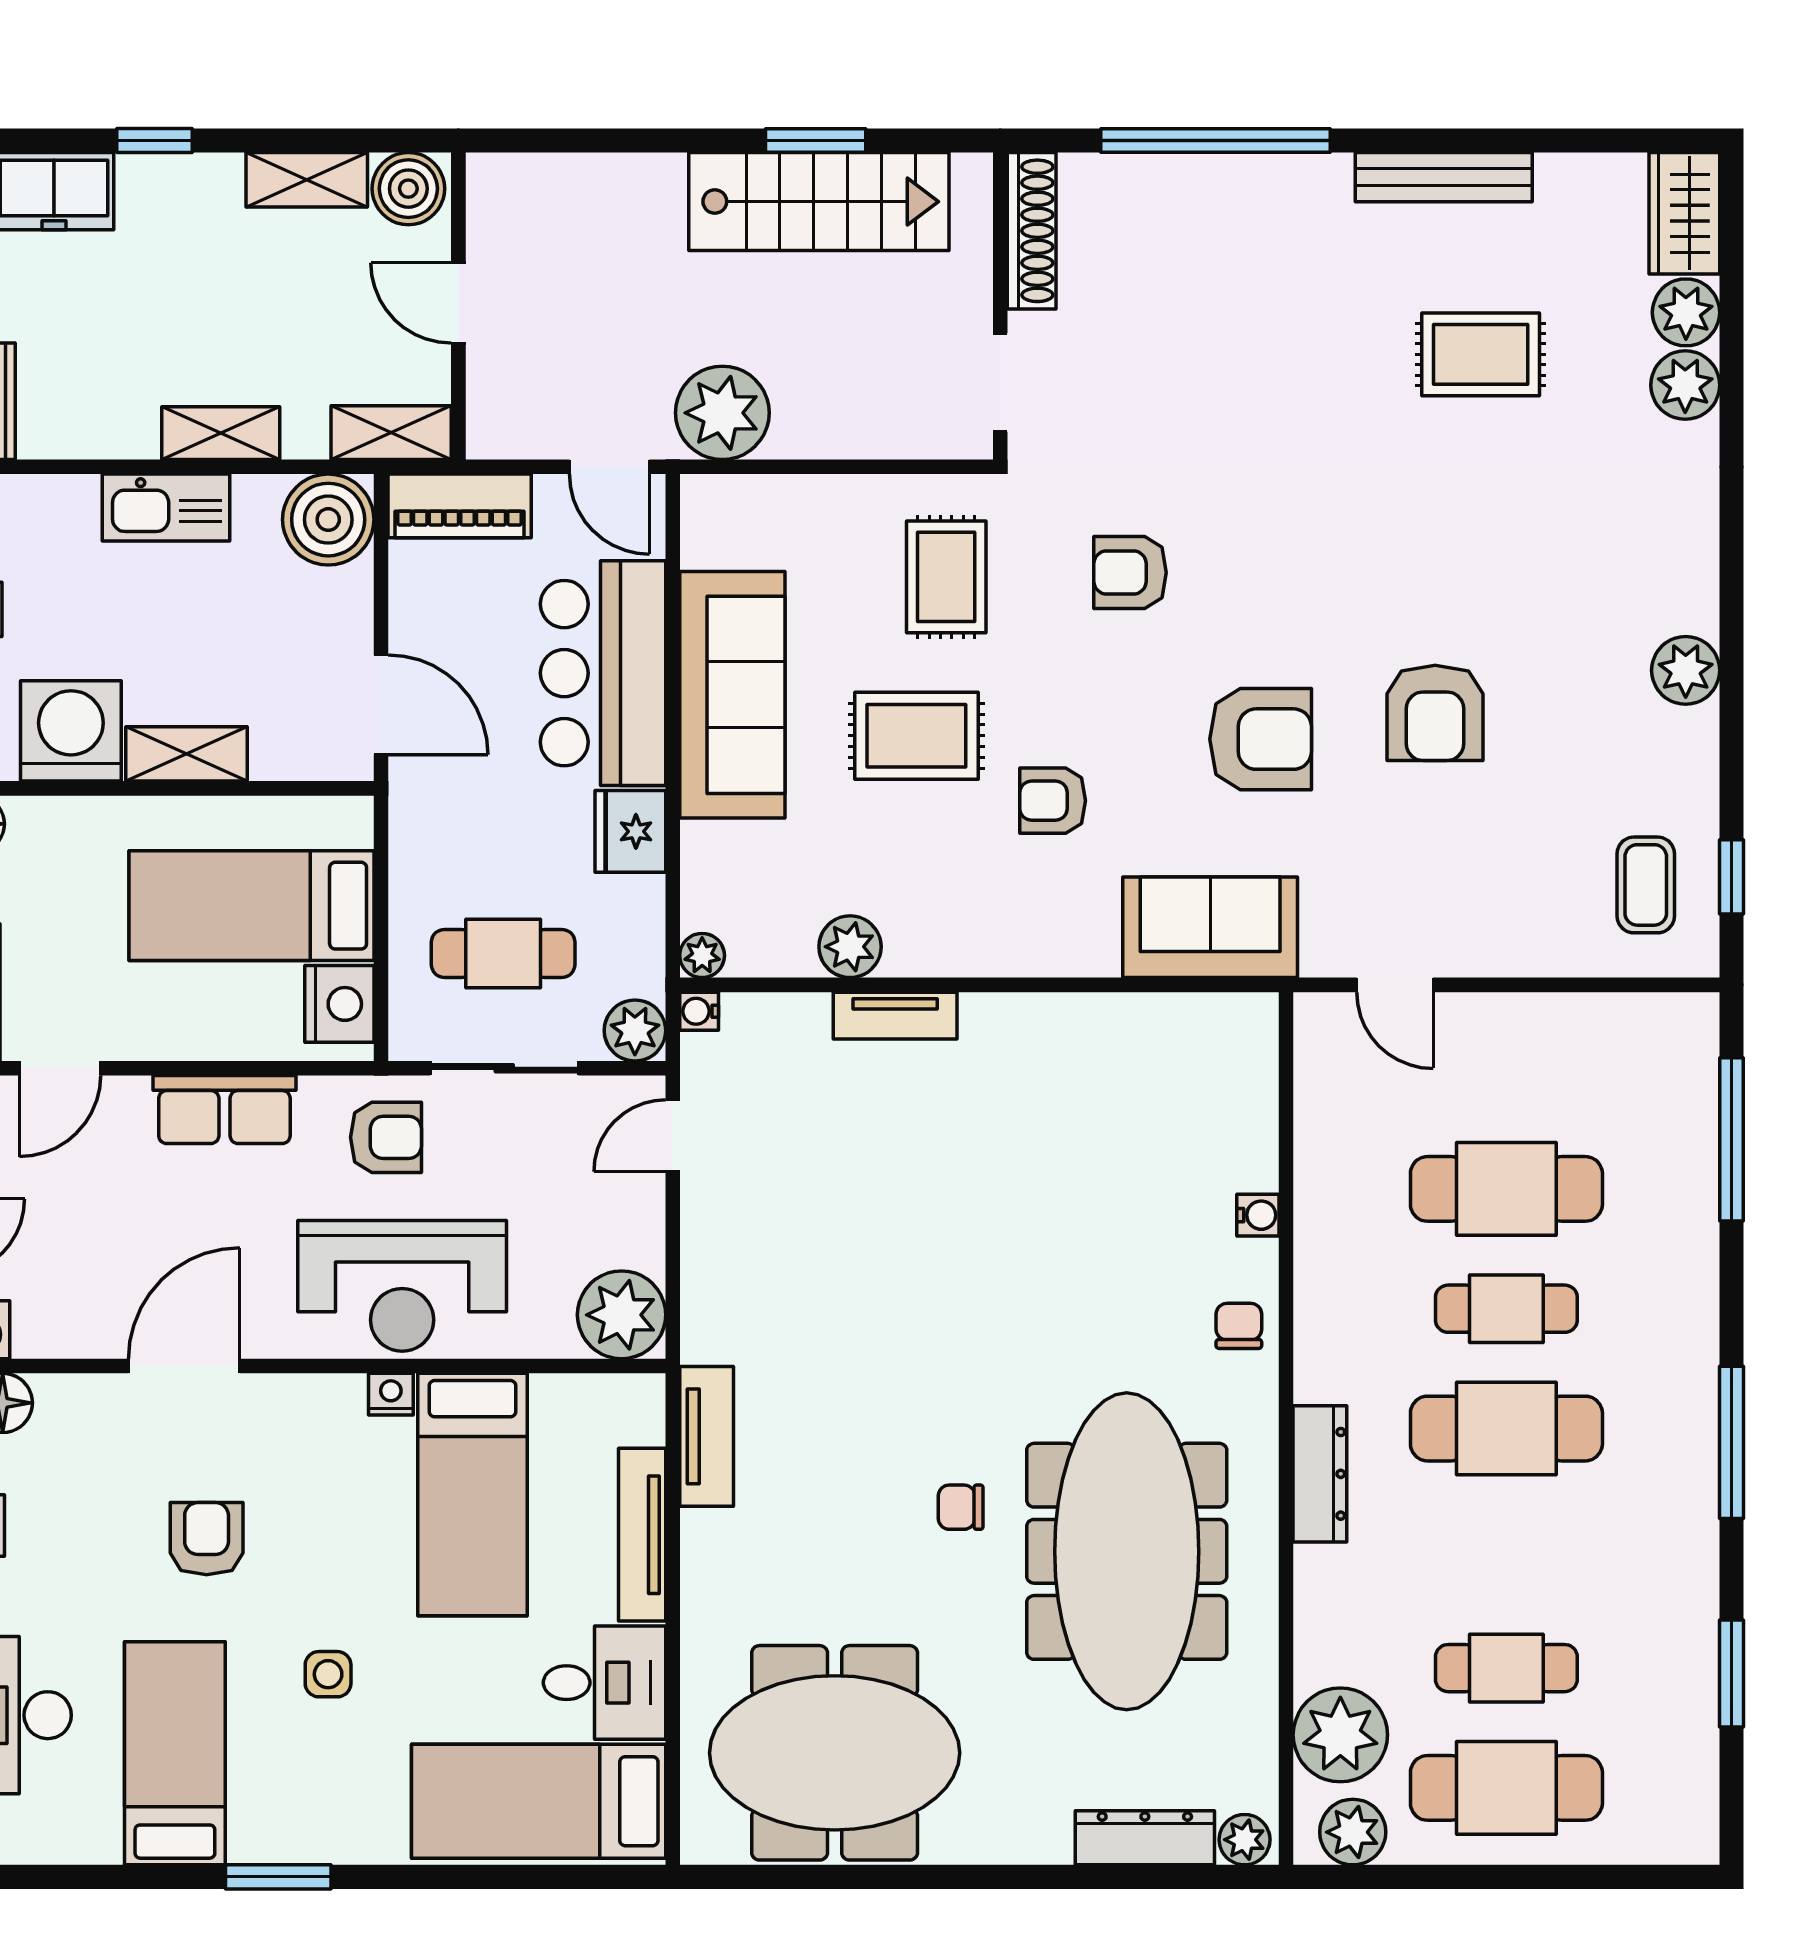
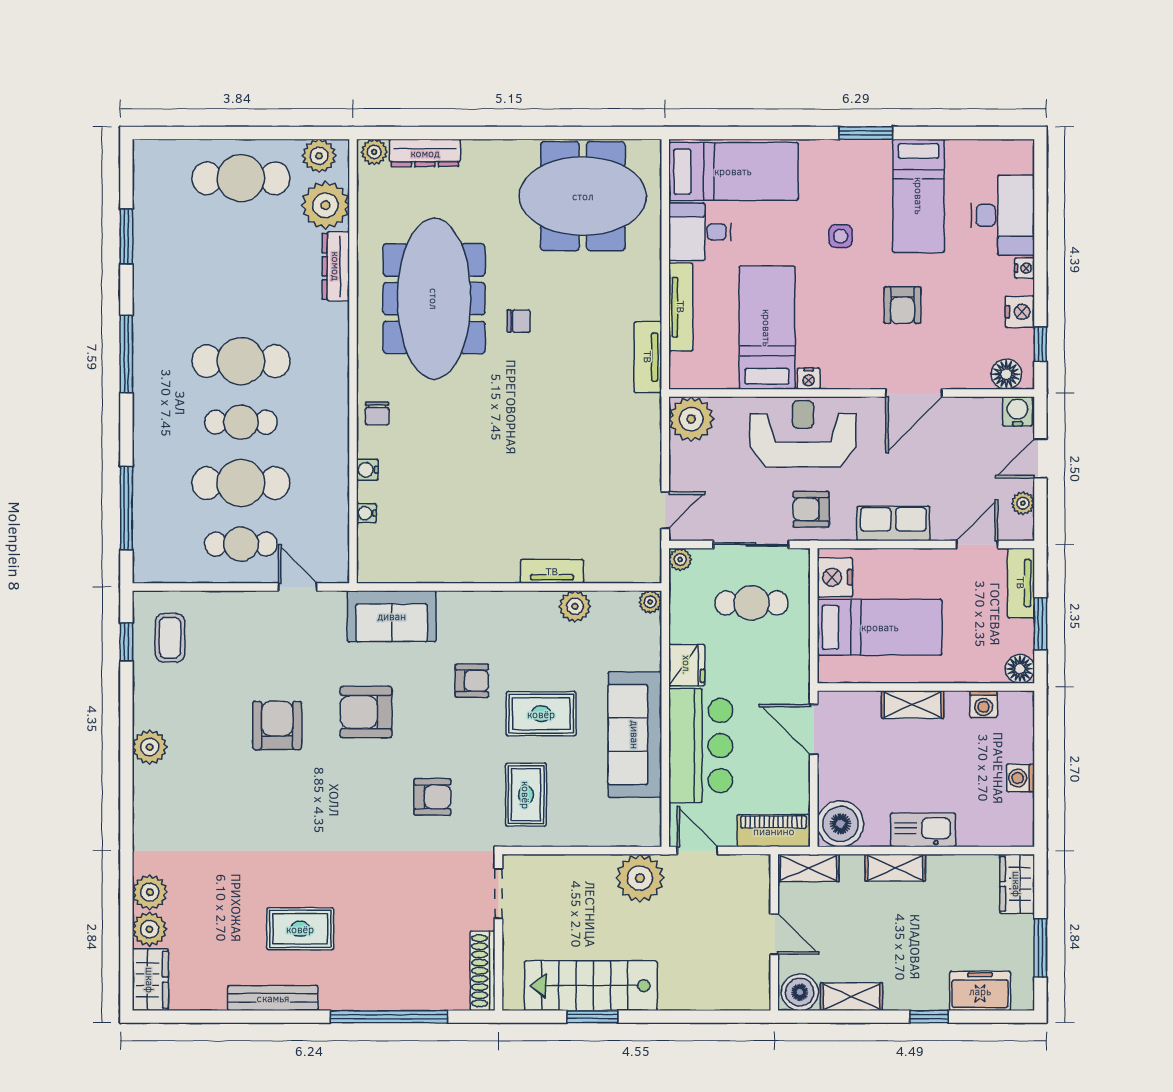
rug: (1481, 354) -> (300, 929), moved
washing machine: (71, 731) -> (984, 704), width x0.53, depth x0.53
water cooler: (699, 1011) -> (366, 513), moved, turned 180
plant: (635, 1030) -> (680, 559), width x0.73, depth x0.73
dresser: (1320, 1474) -> (336, 266), moved
cafe table: (1506, 1668) -> (241, 544), moved

